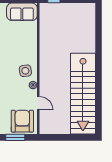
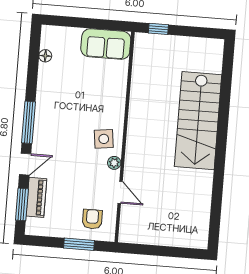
stairs: (83, 94) -> (198, 121), moved, width x0.73
armchair: (22, 121) -> (92, 219), width x0.53, depth x0.53

